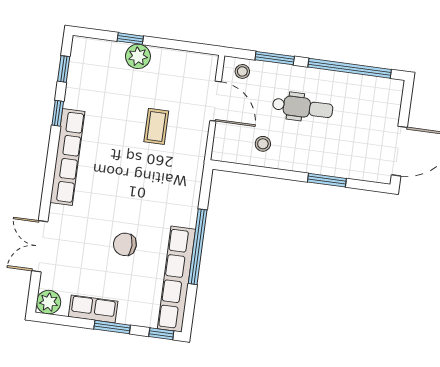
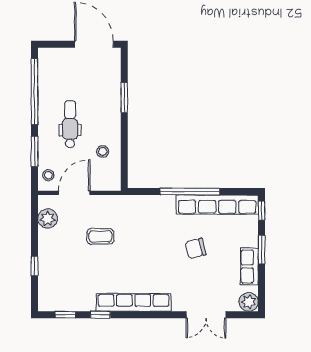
plant: (138, 56) -> (48, 219), moved
chair: (125, 244) -> (196, 248), turned 75

